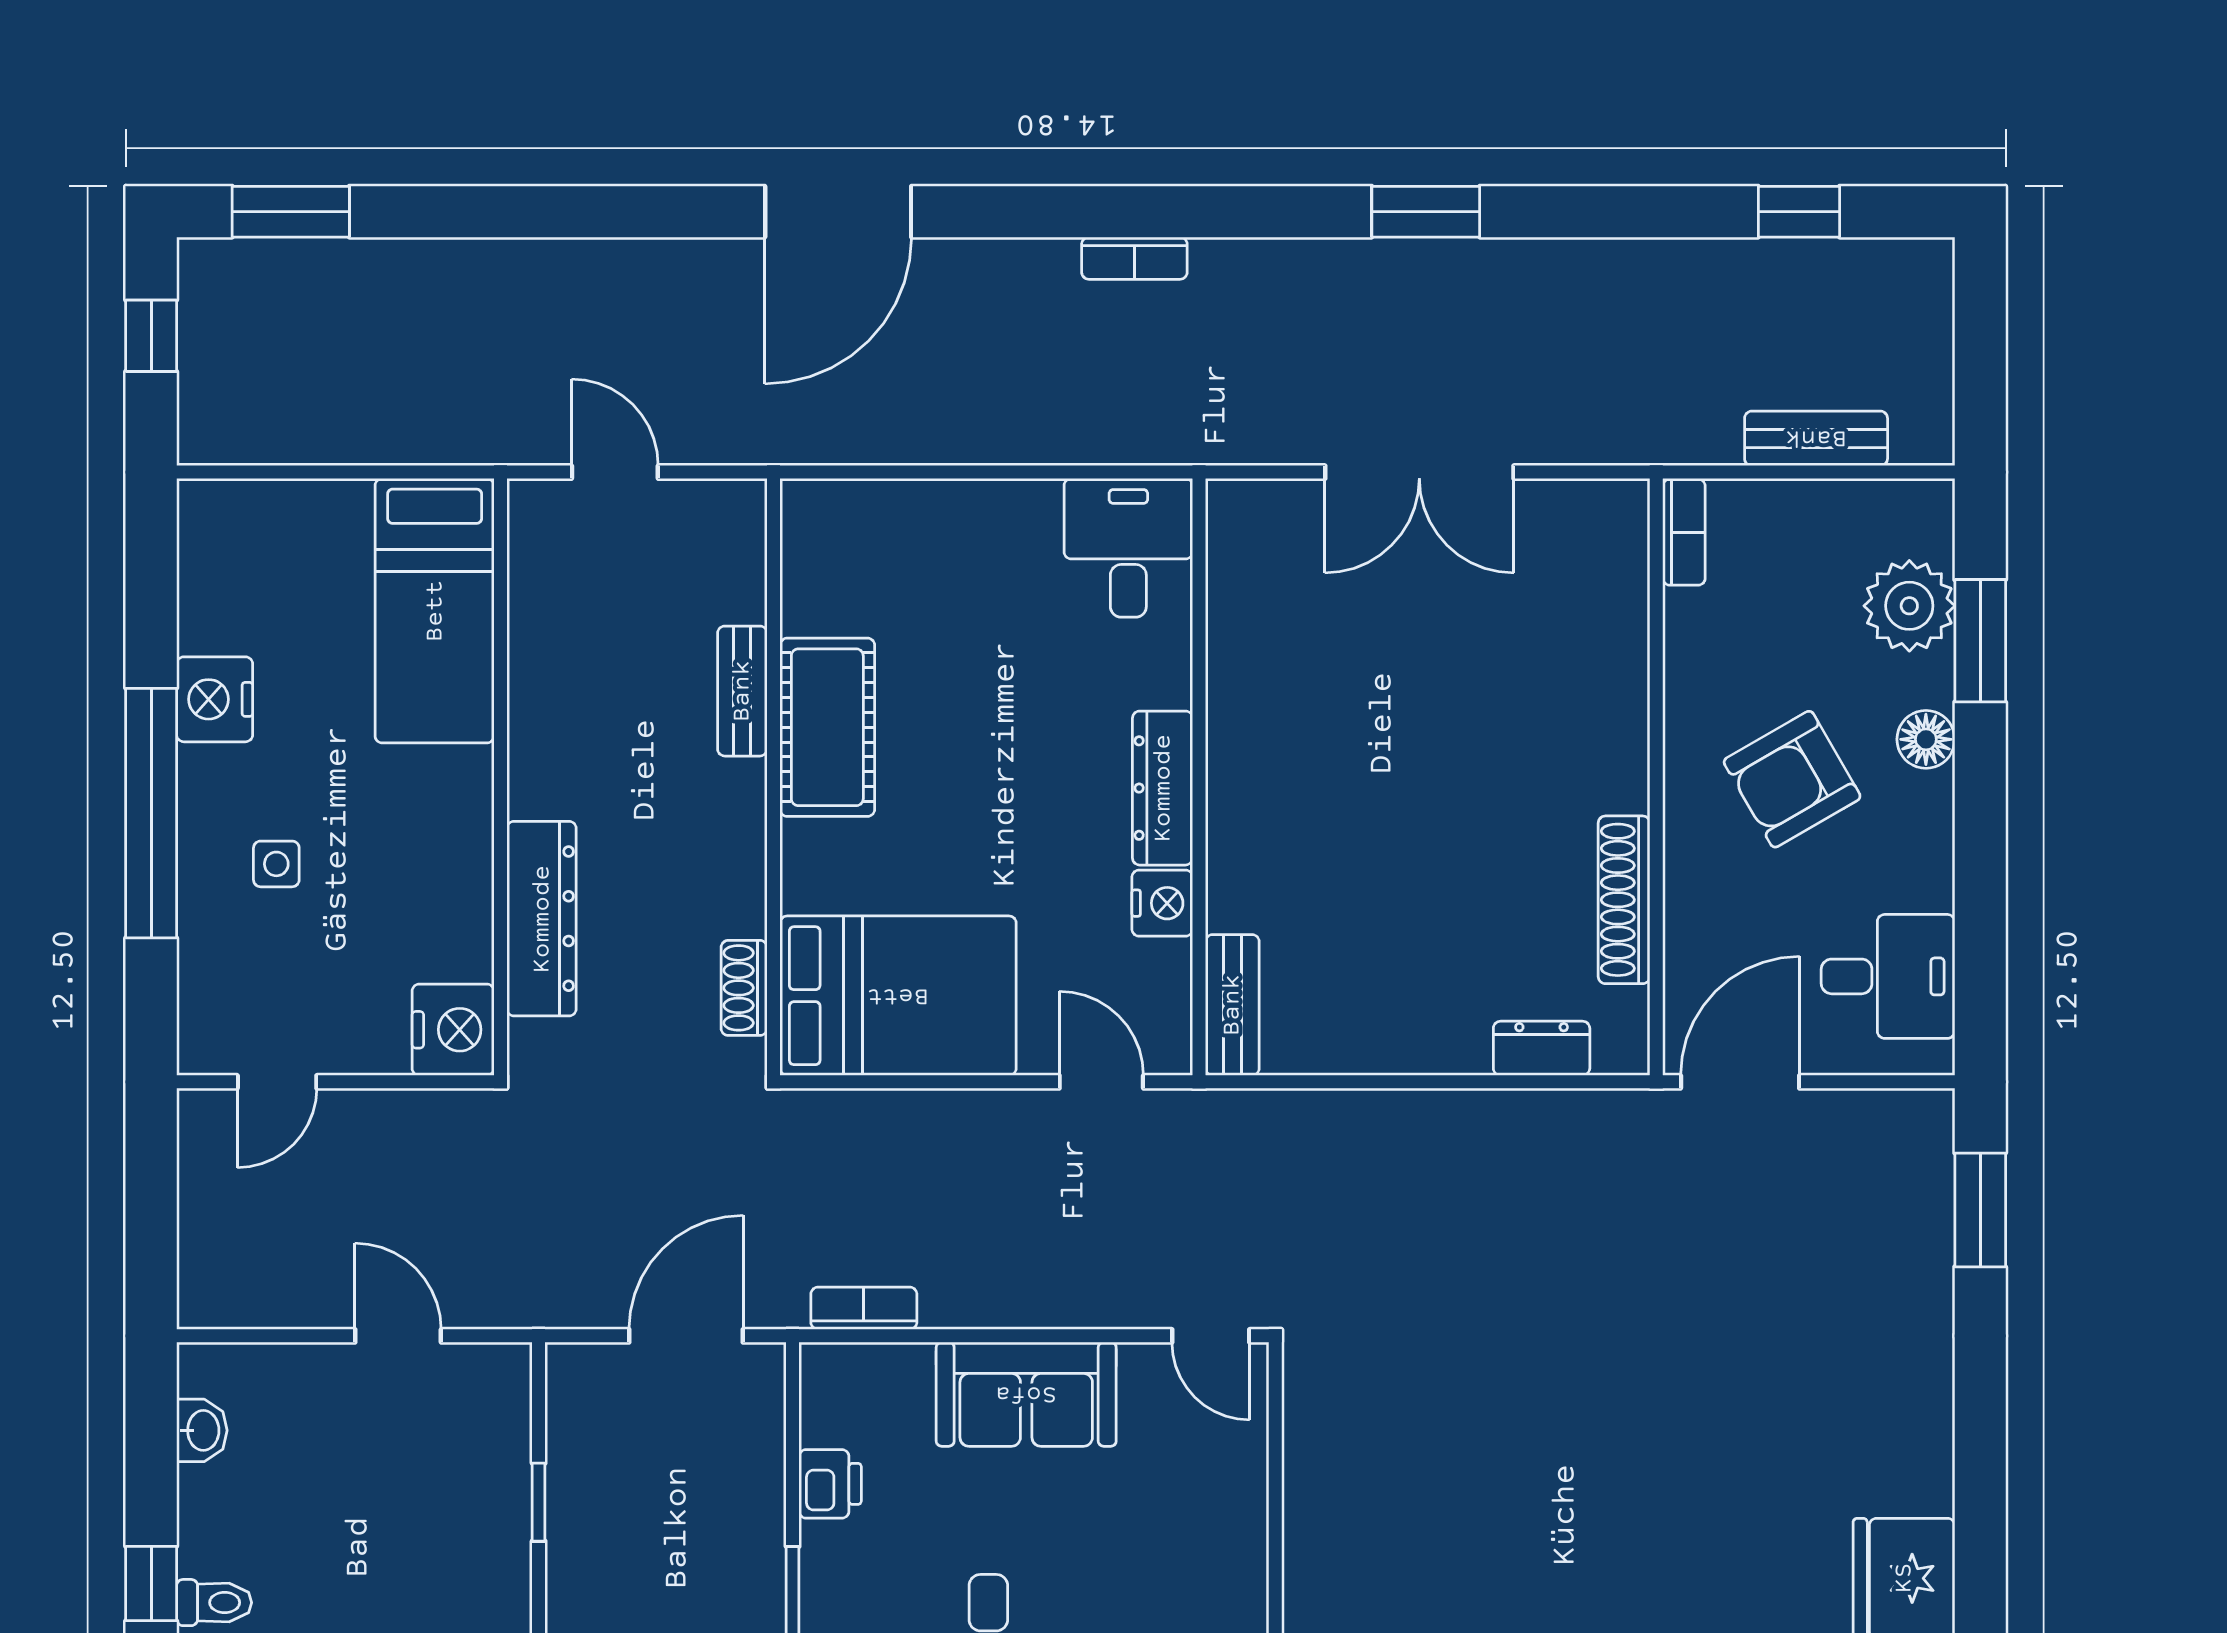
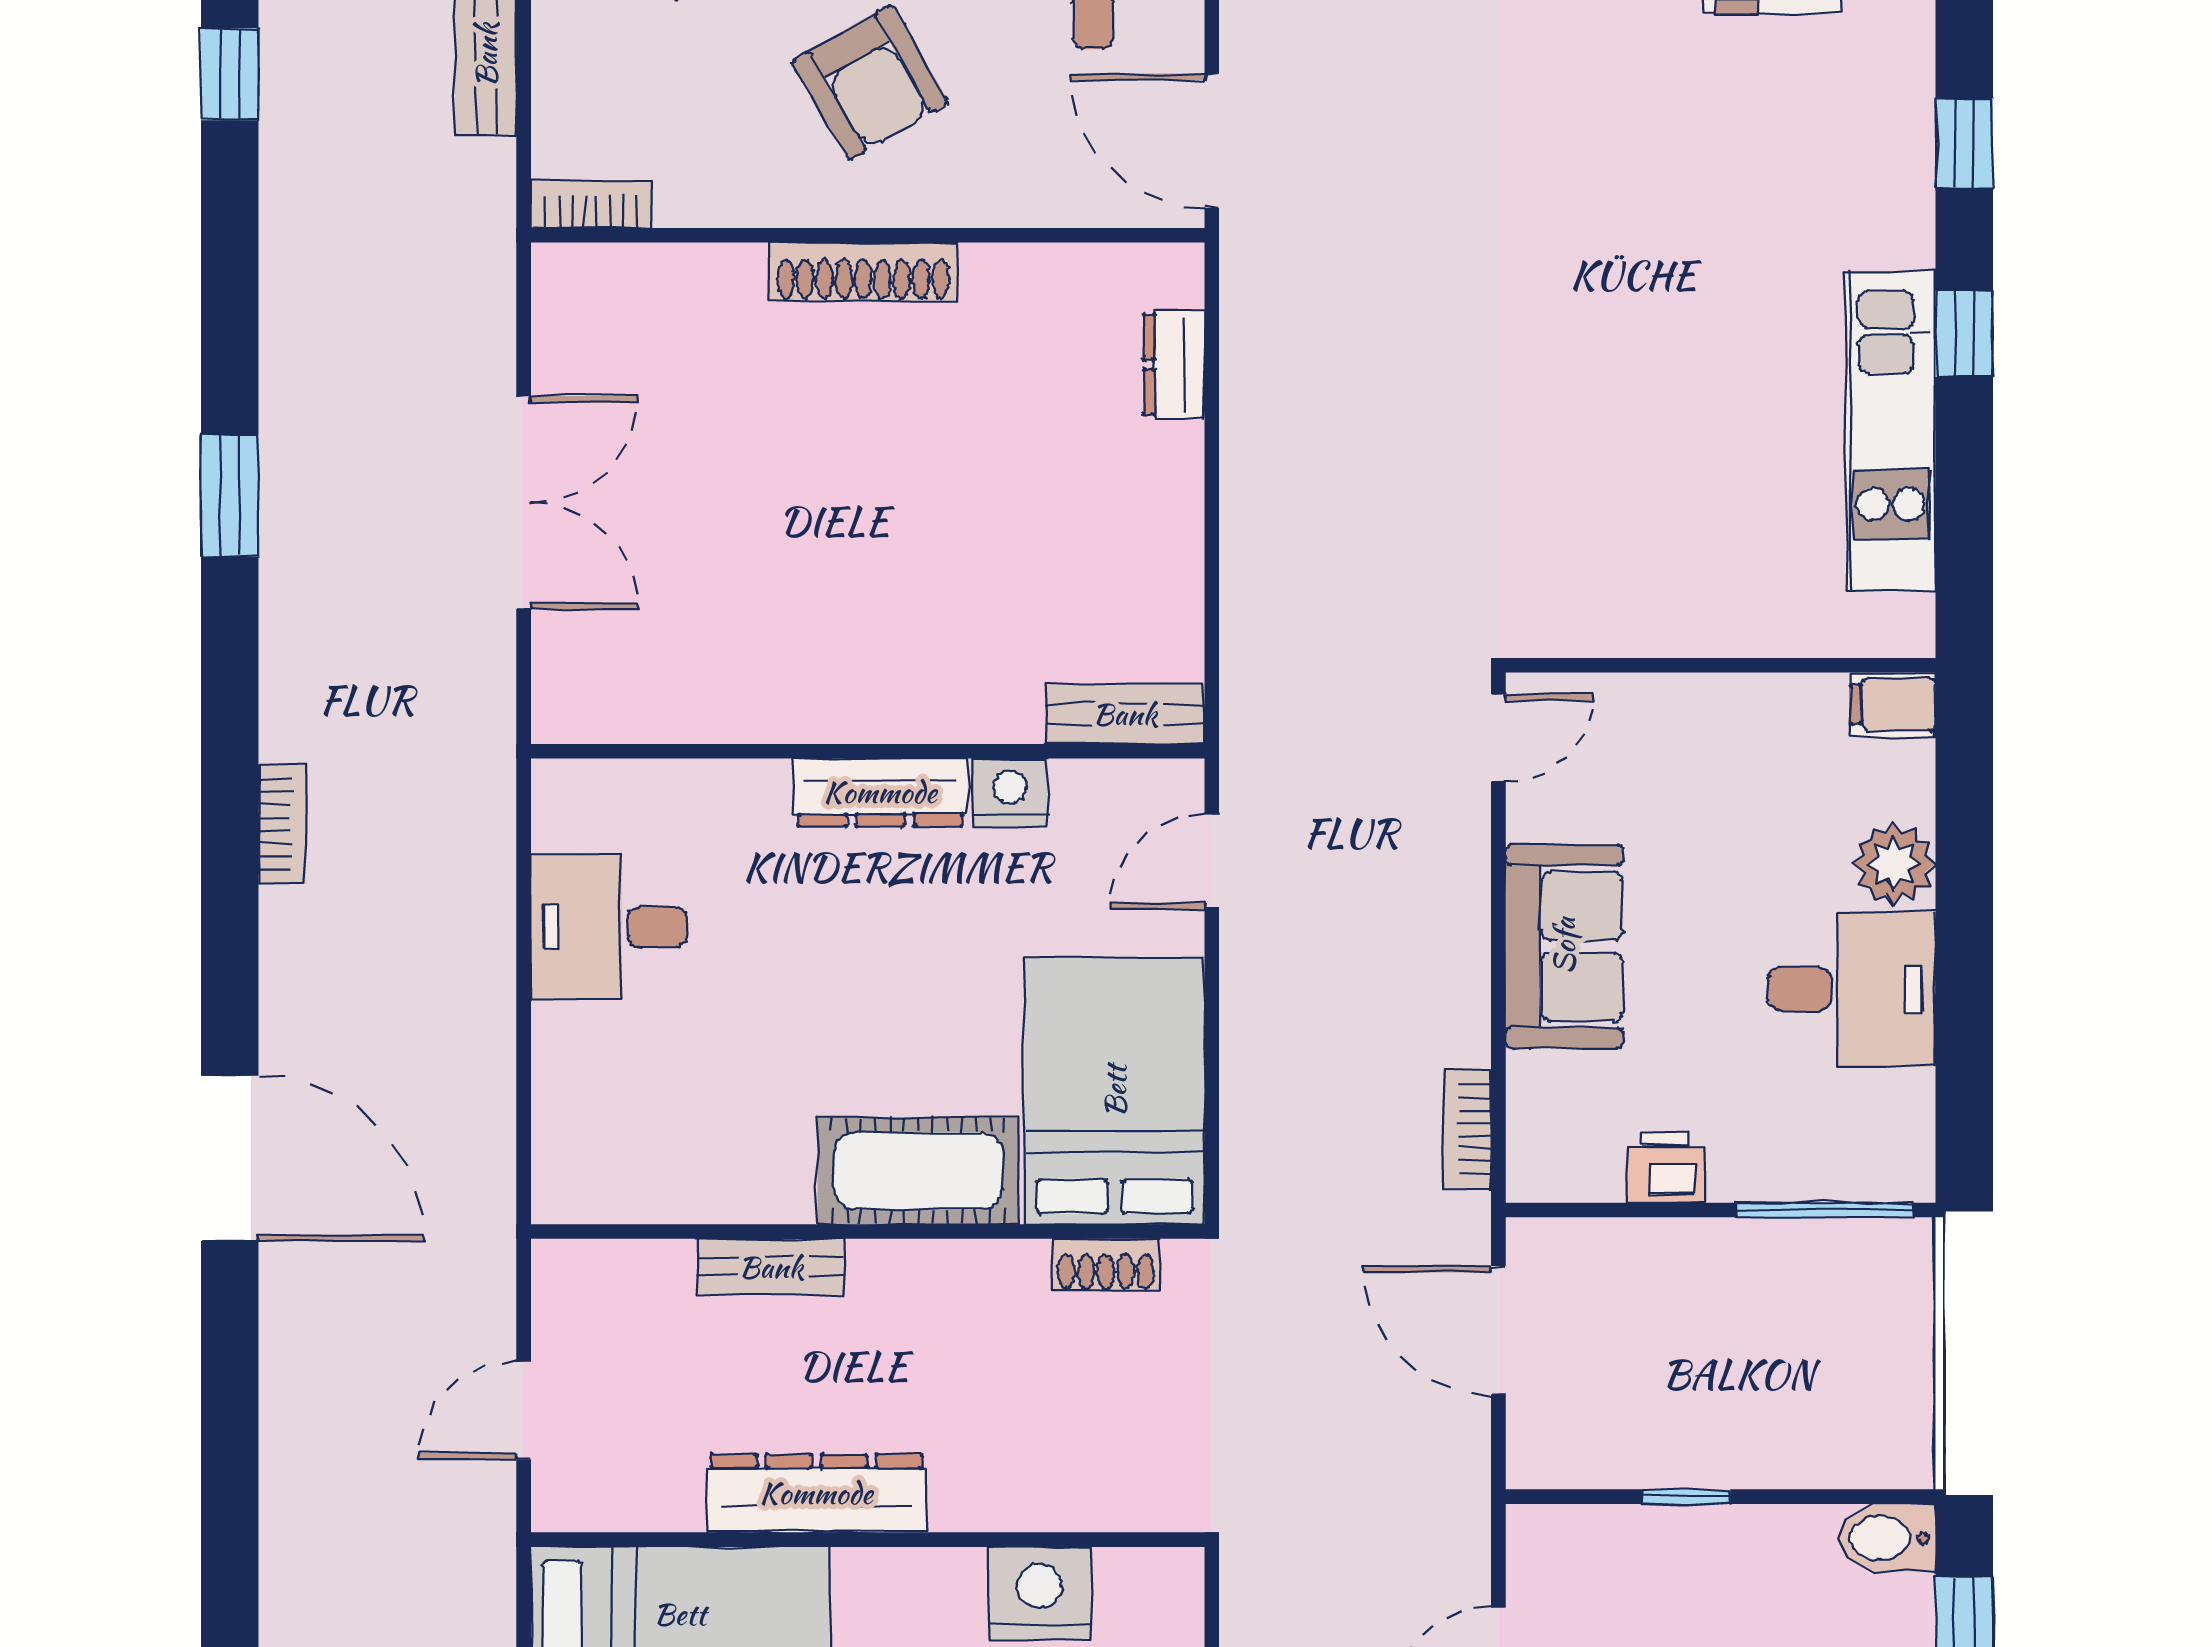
desk: (1128, 548) -> (609, 927), moved
cot: (827, 727) -> (918, 1171), moved
shoe rack: (1624, 900) -> (863, 272), moved
dresser: (542, 919) -> (816, 1493), moved
nightstand: (453, 1030) -> (1039, 1593), moved

